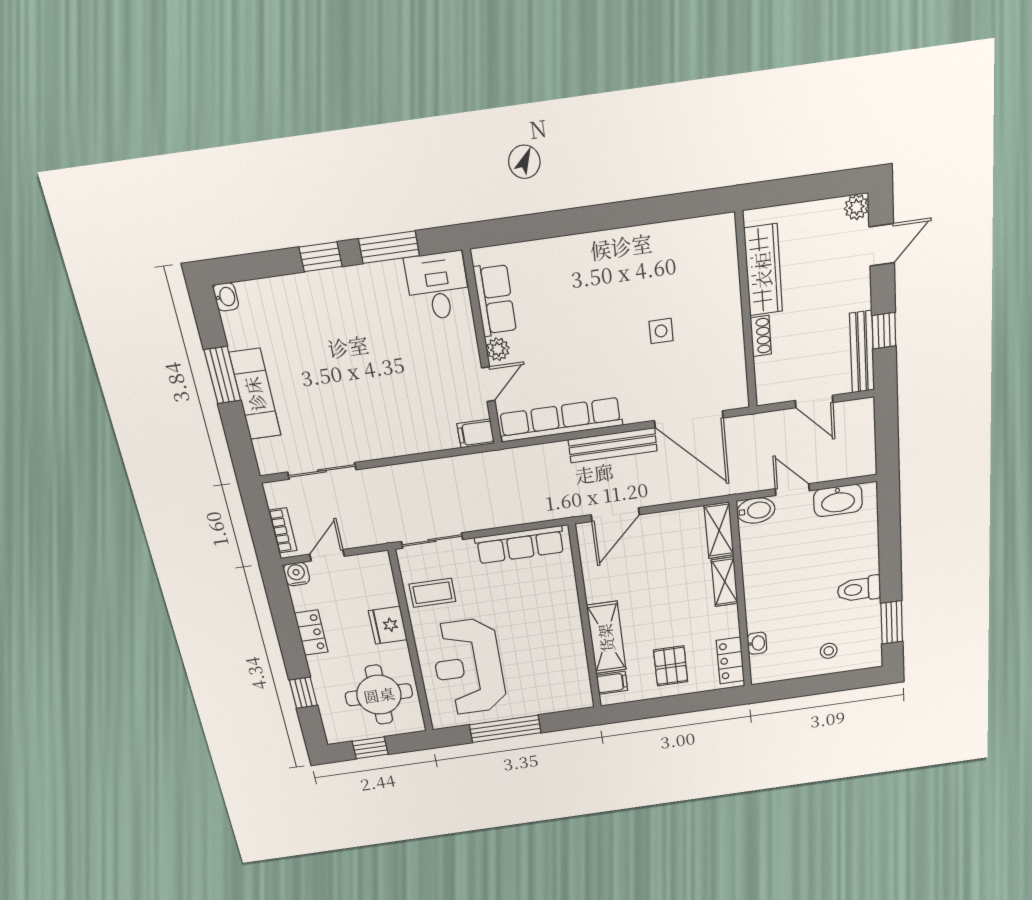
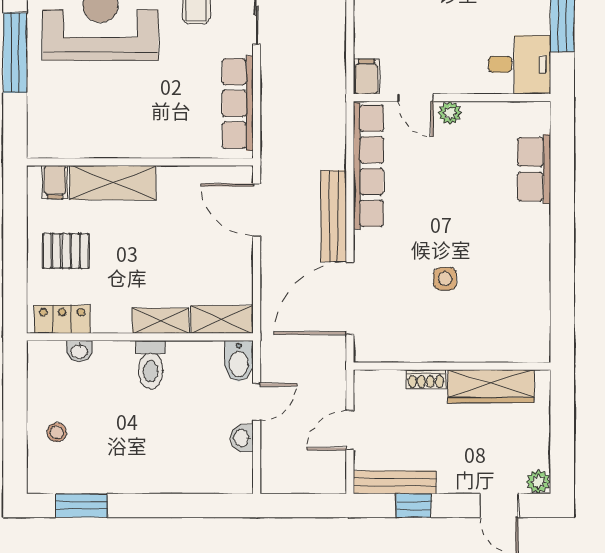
row of seats: (495, 300) -> (534, 169), moved, turned 90
washbasin: (838, 500) -> (242, 438), width x0.52, depth x0.69
toilet: (859, 589) -> (151, 365), moved, turned 180

